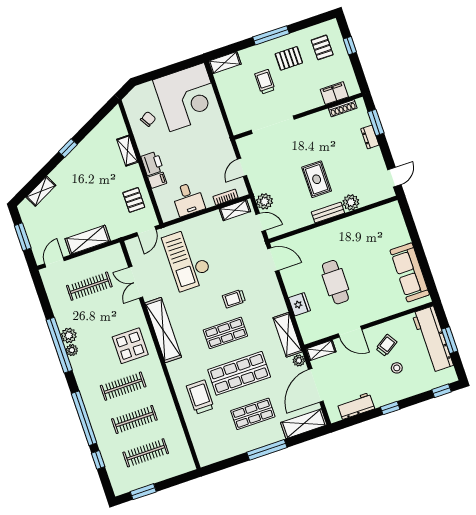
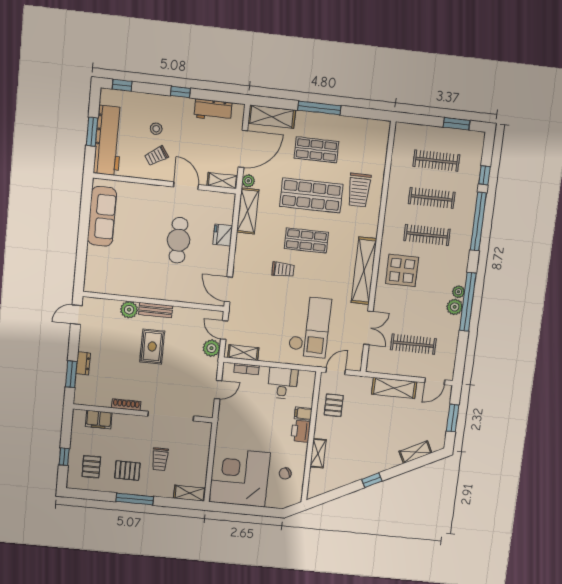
shoe rack: (343, 108) -> (126, 405), moved

